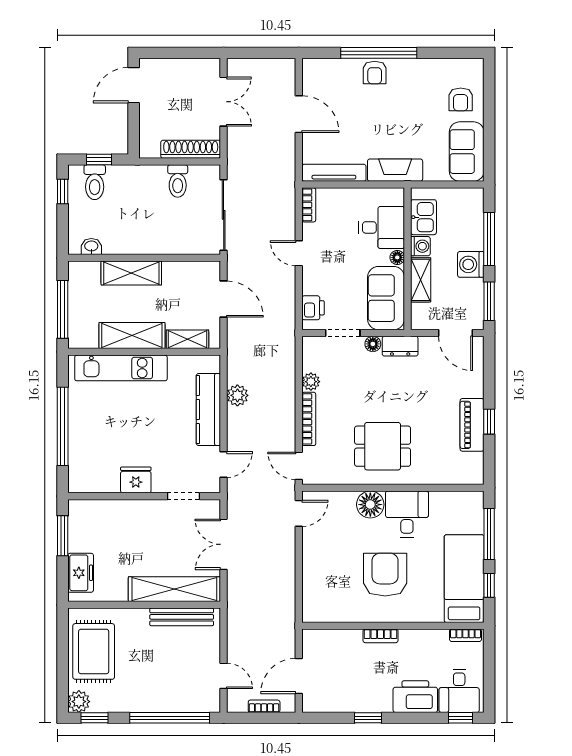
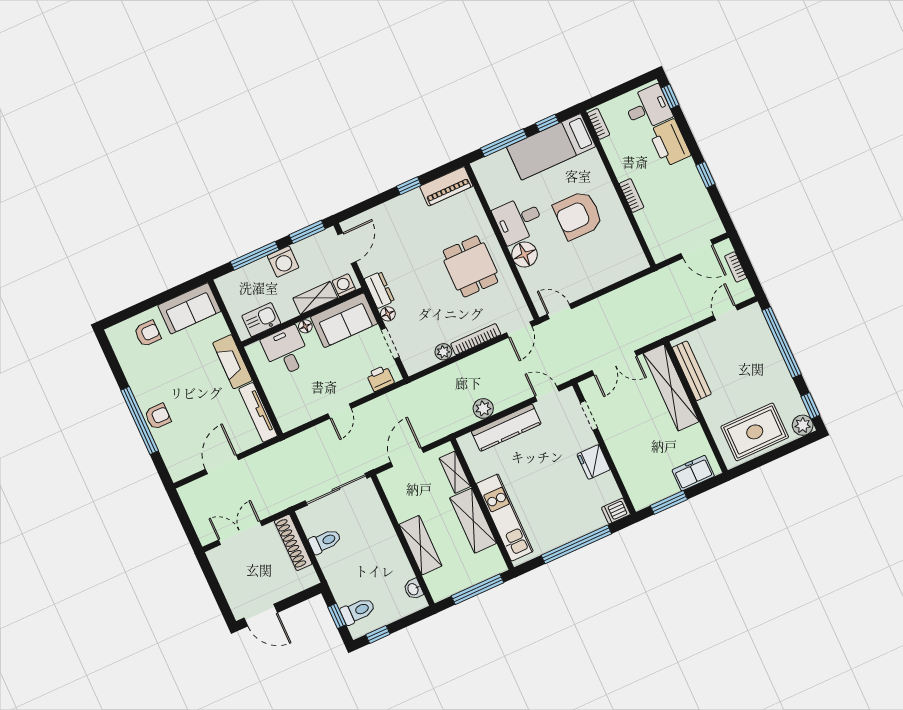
bookcase: (309, 205) -> (295, 421), removed
washing machine: (420, 246) -> (344, 285), moved
piano: (472, 425) -> (446, 186), moved
dishwasher: (78, 480) -> (616, 511), added

